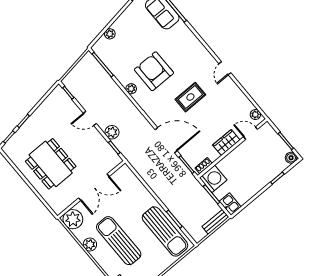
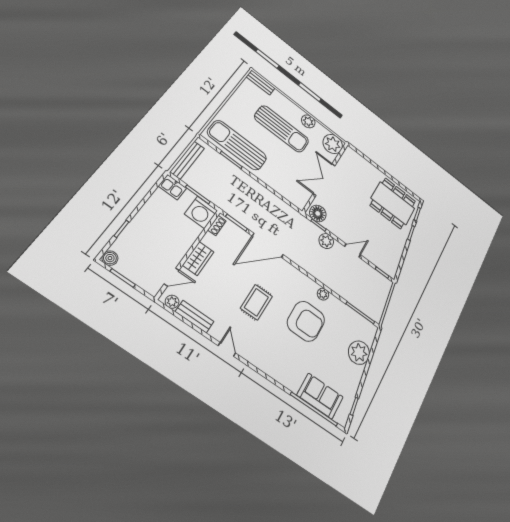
plant: (110, 34) -> (359, 353), width x1.88, depth x1.88
bench: (242, 99) -> (195, 317), added
floor lamp: (111, 158) -> (318, 213), added
dining table: (51, 164) -> (393, 203), moved
bench: (215, 222) -> (187, 160), width x1.36

